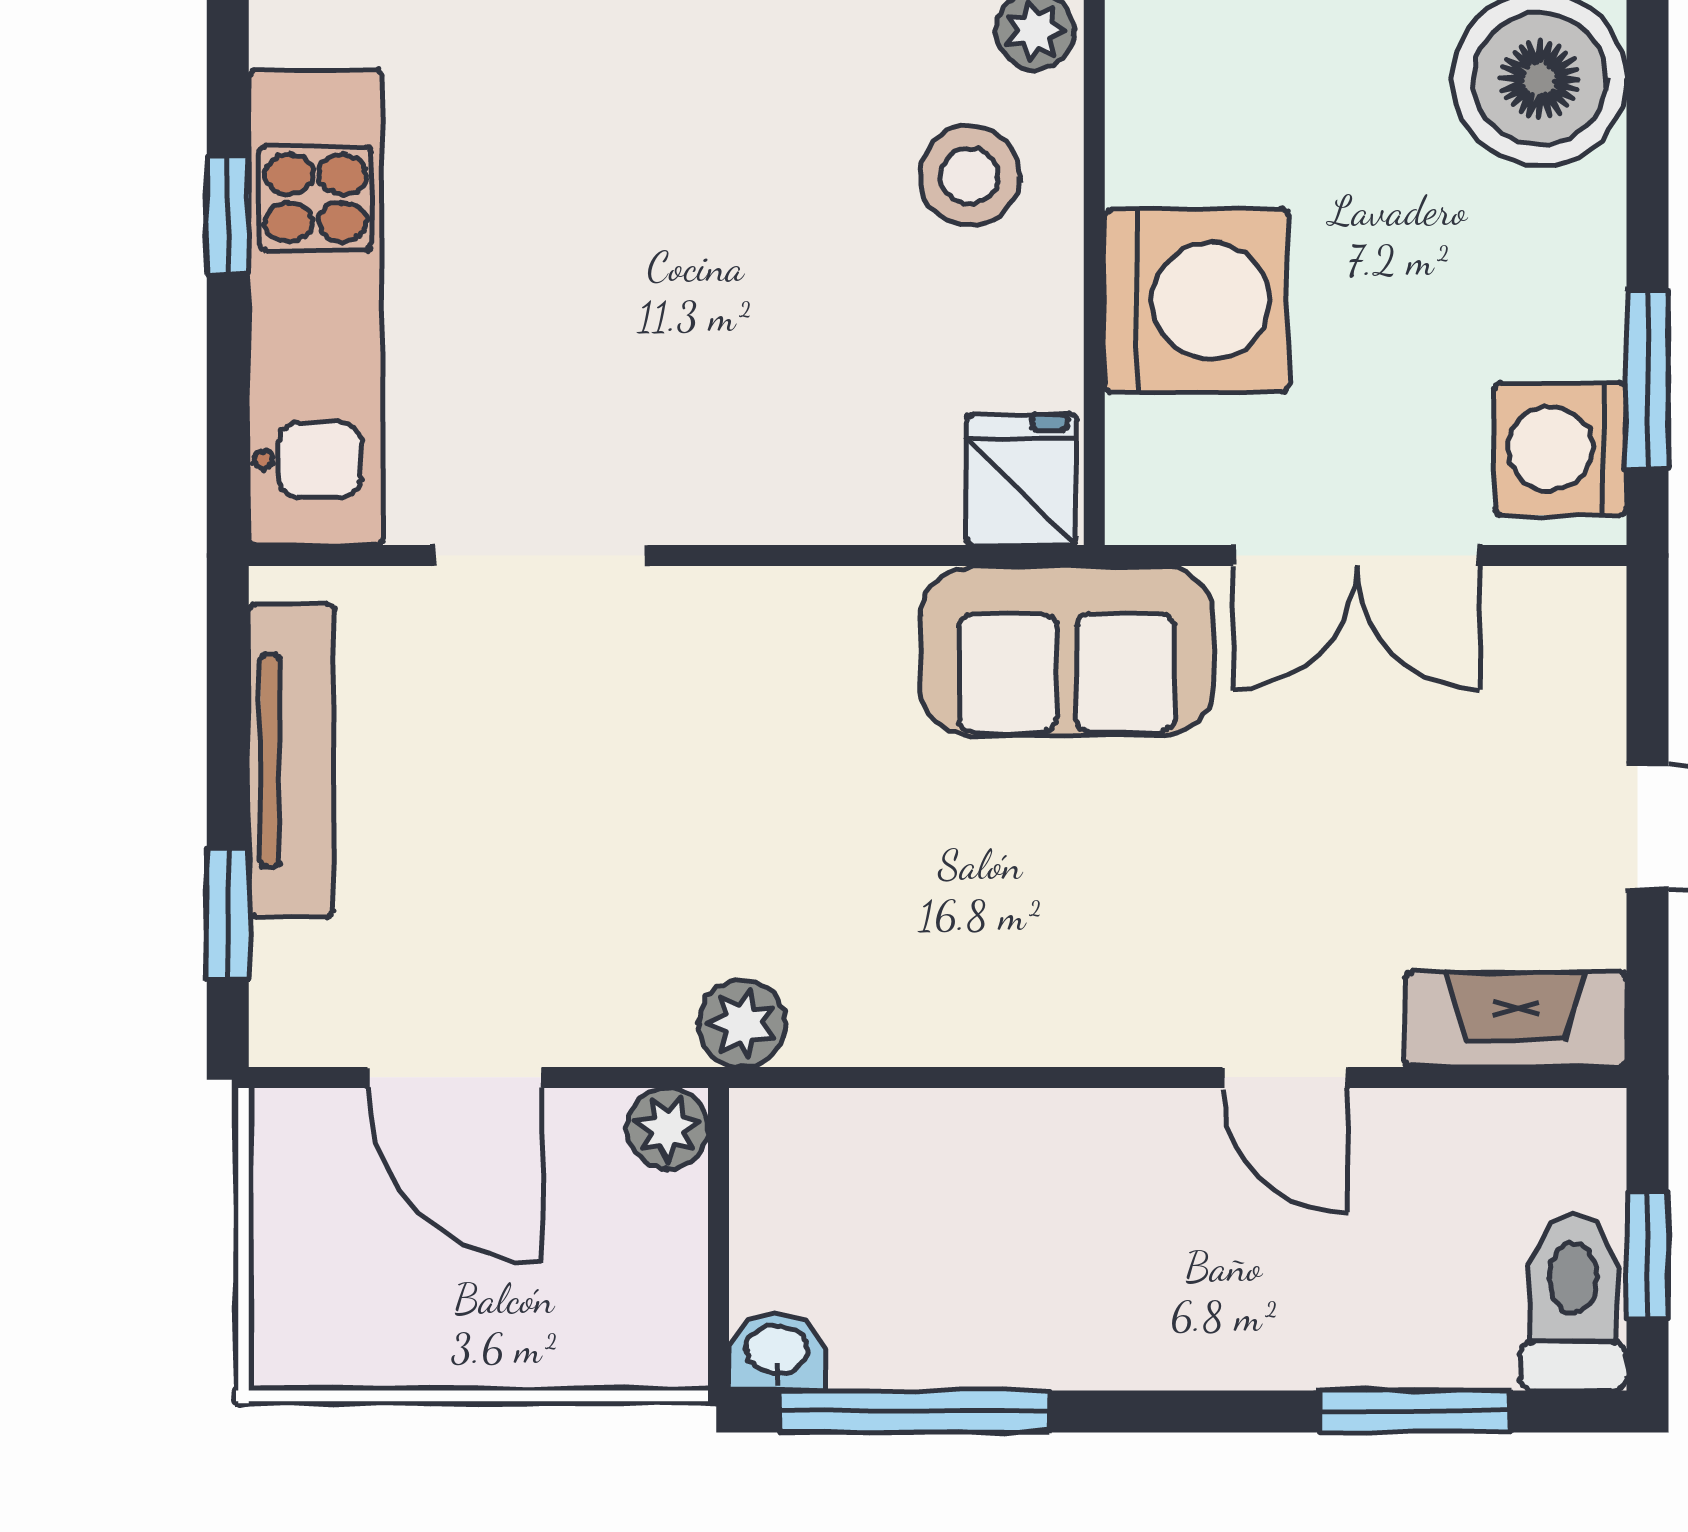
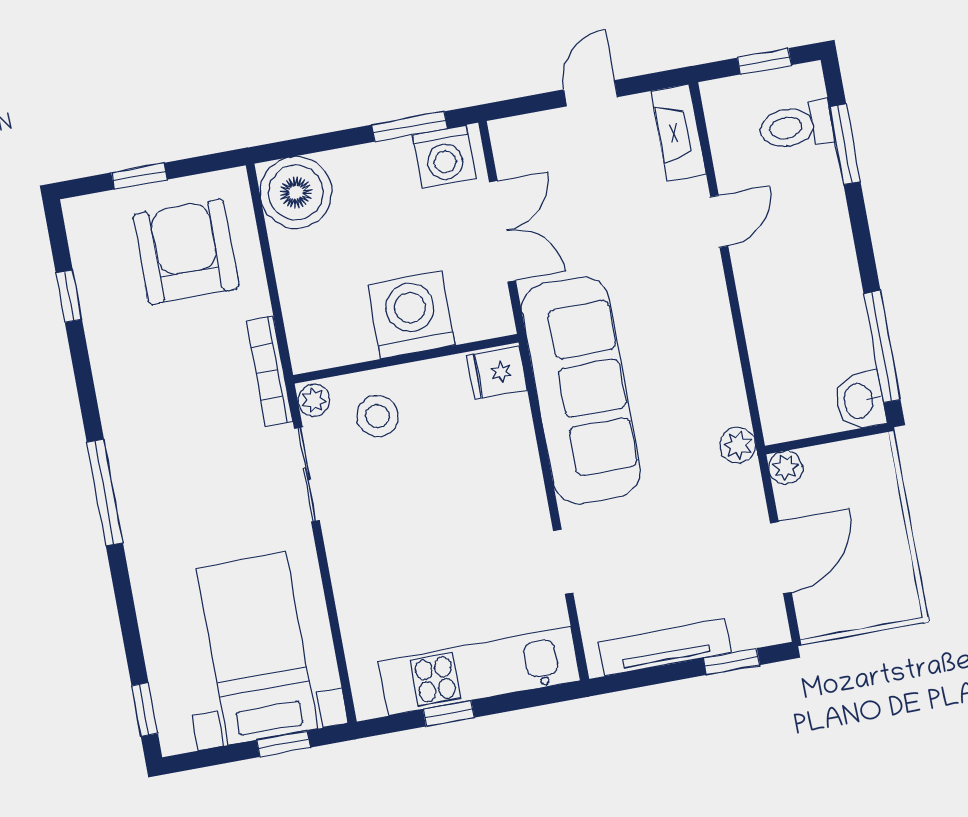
doorway: (540, 556) -> (563, 562), width x0.73
sofa: (1067, 651) -> (581, 390), width x1.85, depth x1.27
toilet: (1573, 1303) -> (796, 126), moved
washbasin: (777, 1352) -> (860, 401), width x1.38, depth x1.45

